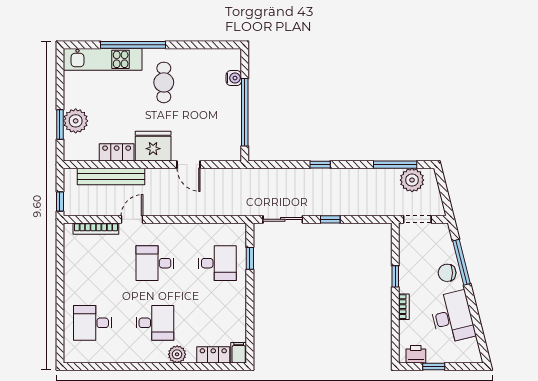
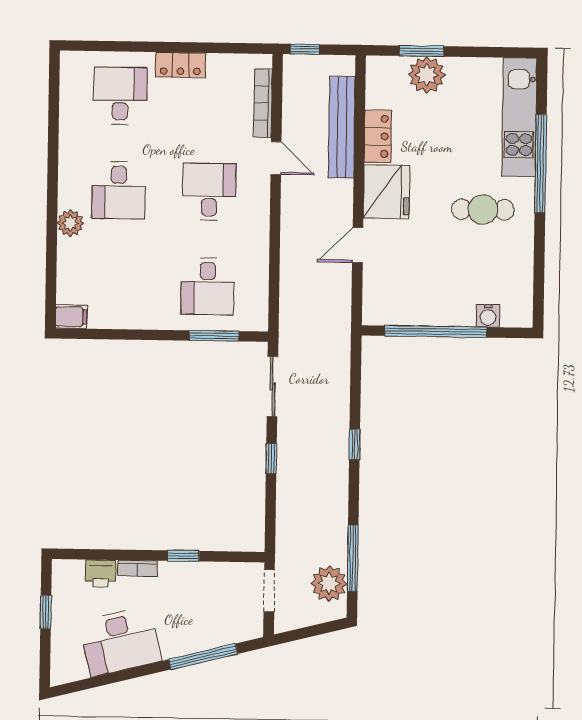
window: (250, 258) -> (214, 336), width x1.50
chair: (447, 273) -> (188, 635), removed
printer: (416, 354) -> (101, 573), moved, turned 90
locker: (213, 355) -> (180, 65), moved, turned 90

